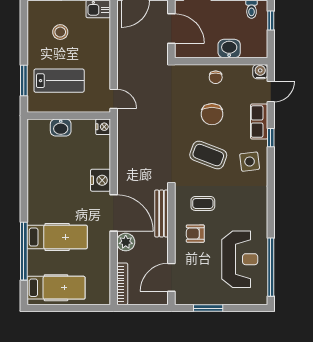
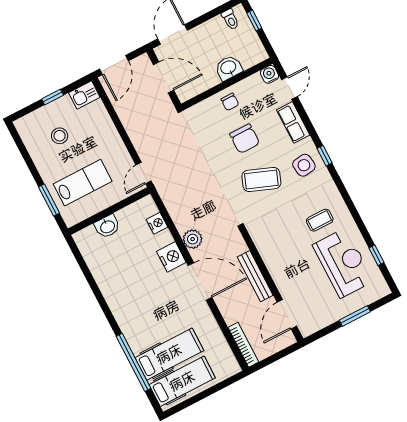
door: (114, 99) -> (144, 173), swing flipped
nightstand: (103, 127) -> (157, 223), moved
window: (271, 138) -> (325, 156), moved
coffee table: (203, 203) -> (320, 220), moved
bench: (162, 213) -> (255, 276), moved
armchair: (195, 234) -> (288, 261), removed
hospital bed: (57, 237) -> (169, 354), moved
plant: (126, 242) -> (193, 239), moved
window: (271, 267) -> (376, 255), width x0.32
window: (208, 308) -> (355, 316), moved

